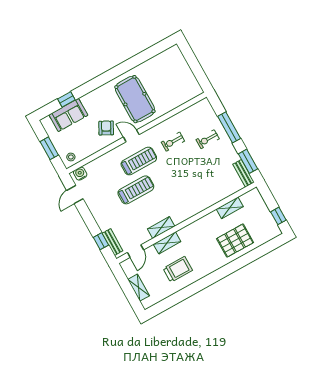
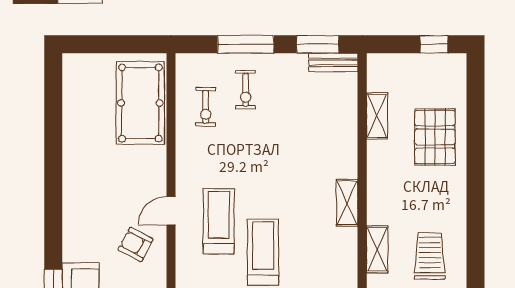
pool table: (135, 99) -> (140, 103), moved, turned 90
exercise bike: (173, 142) -> (206, 107), moved
shelving: (161, 228) -> (347, 203), moved

